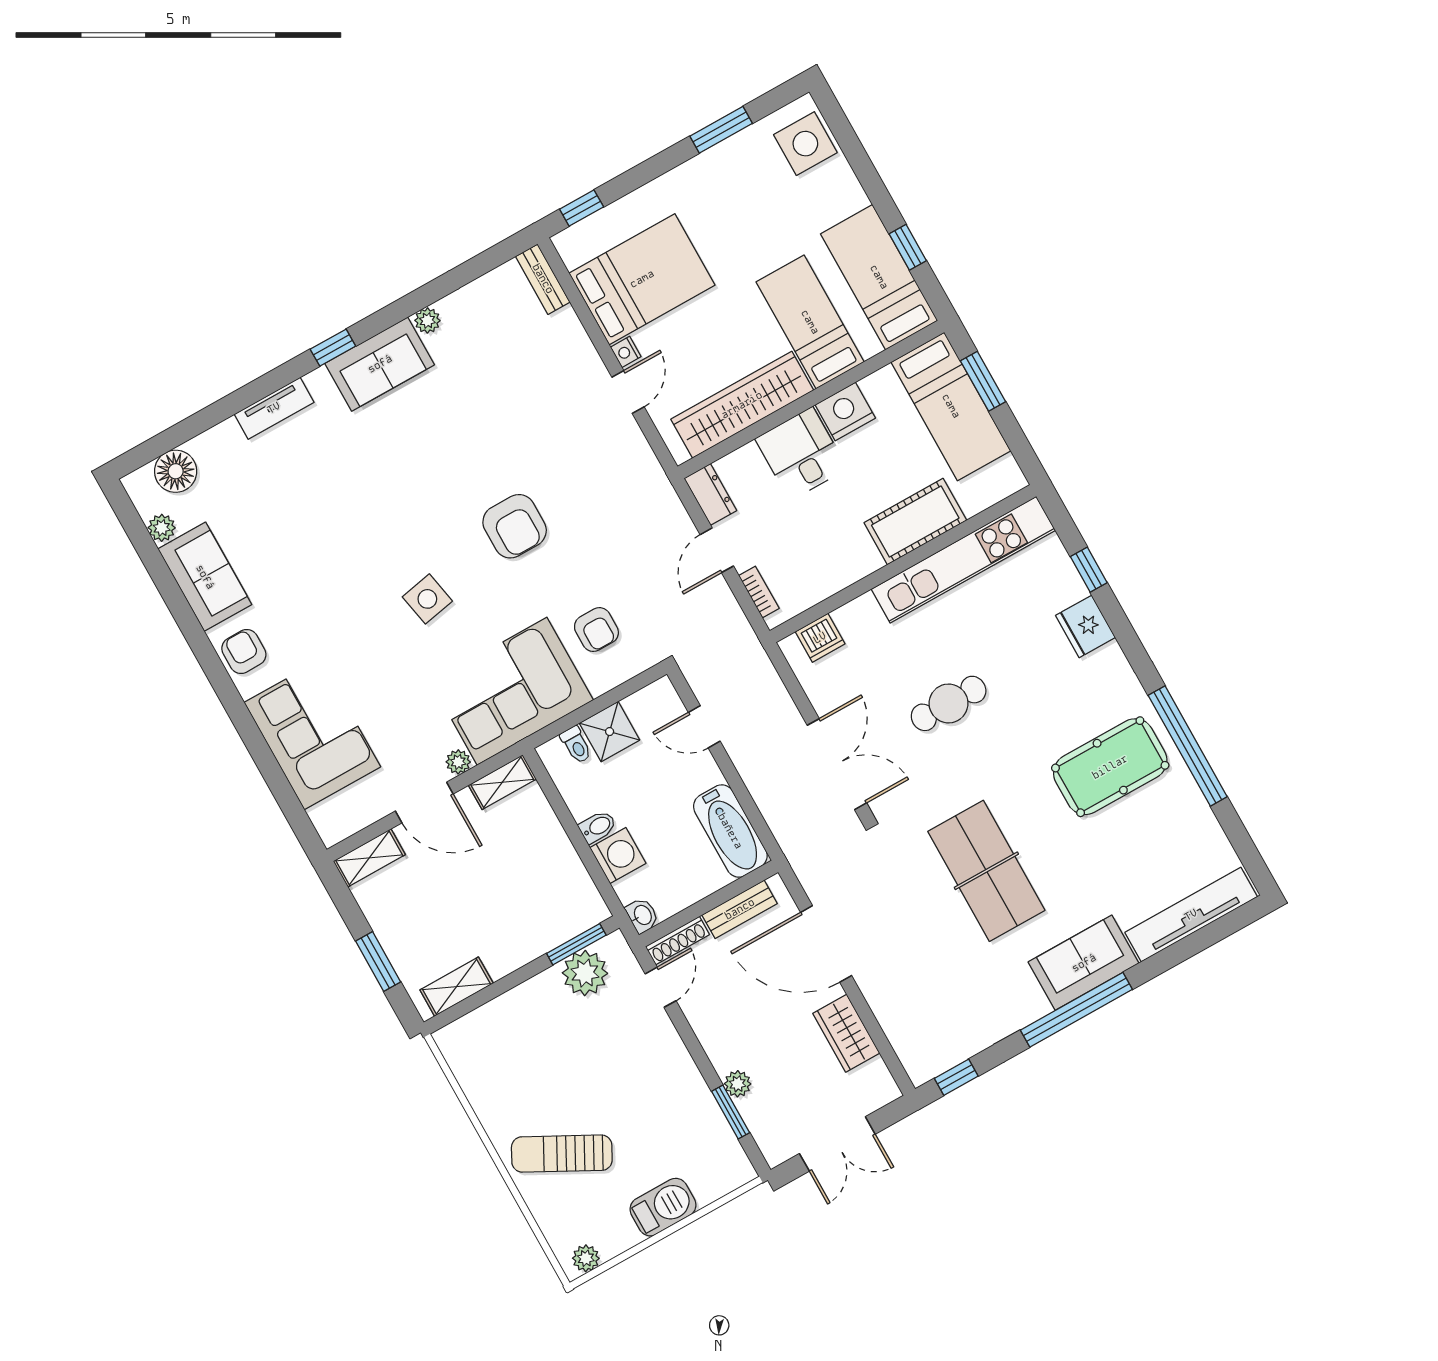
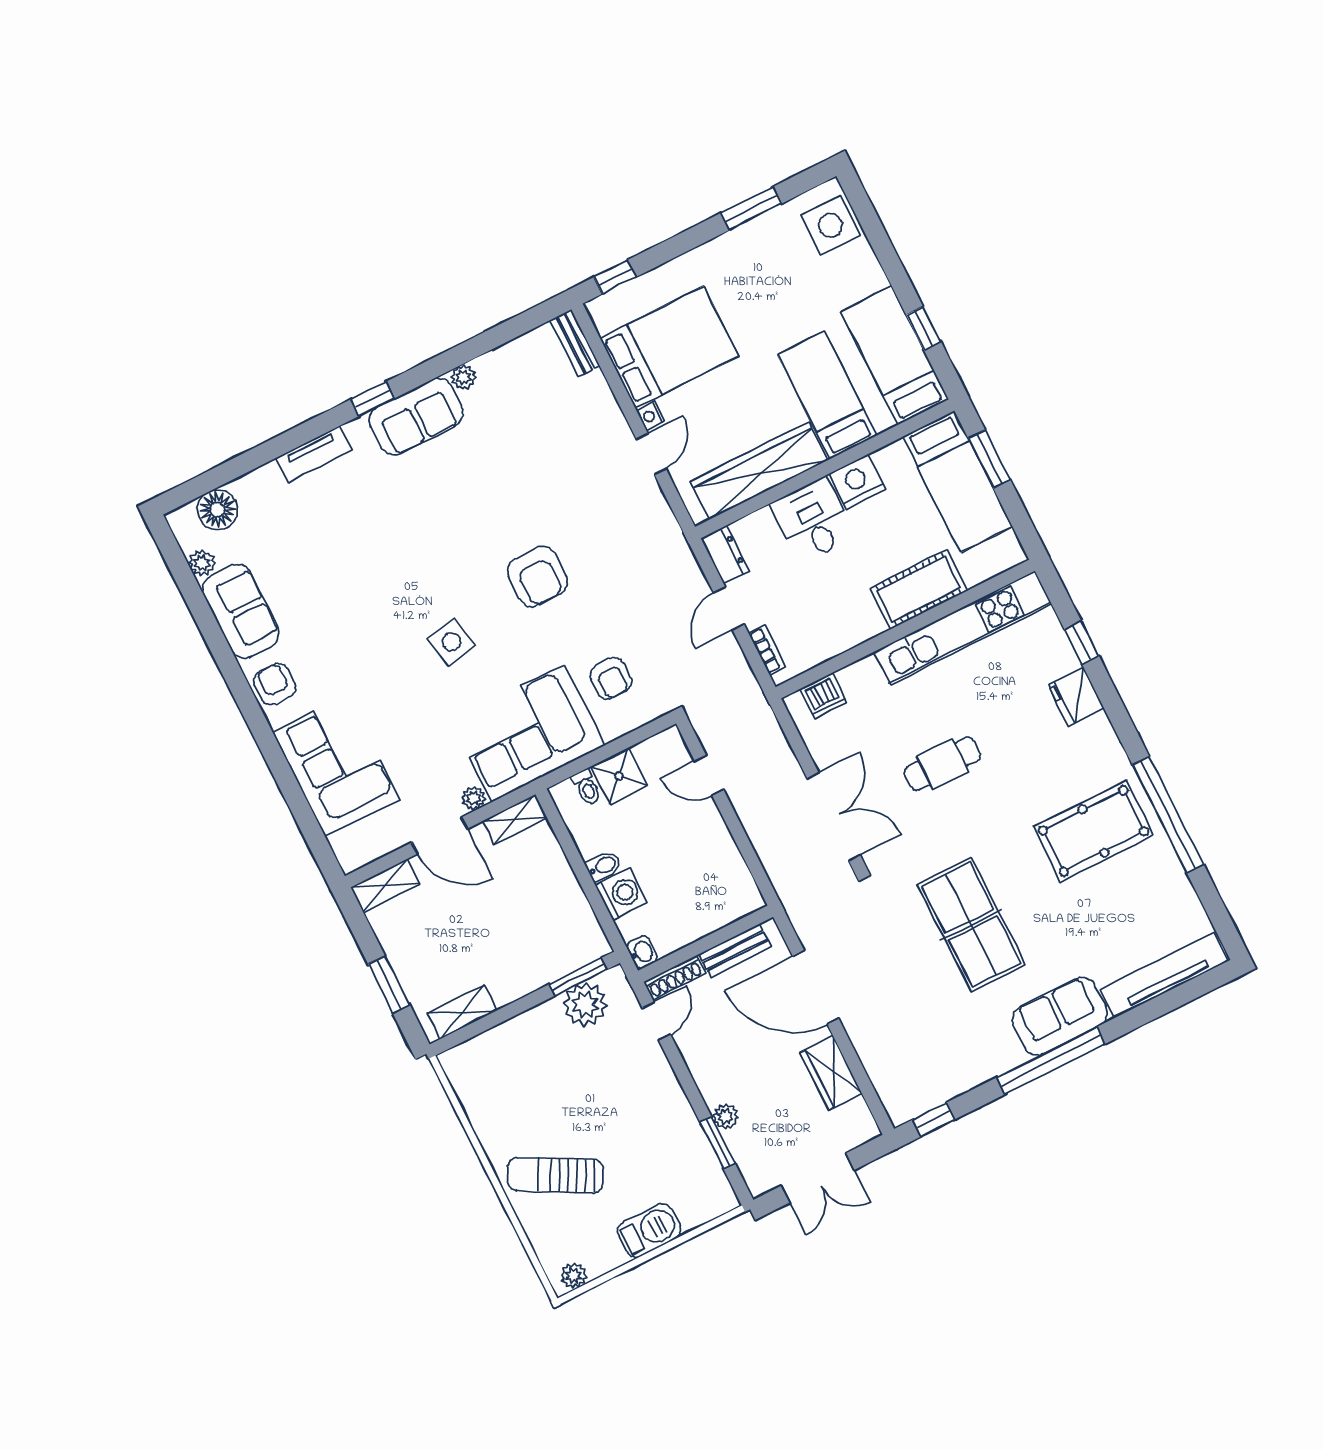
bathtub: (730, 831) -> (730, 876), removed

